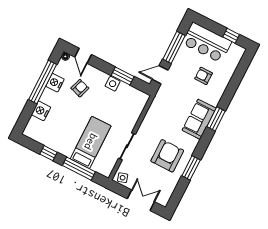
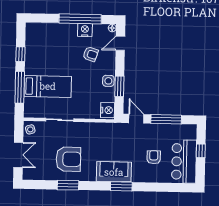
window: (231, 36) -> (201, 151), moved
bar counter: (207, 42) -> (184, 161), moved
nightstand: (41, 111) -> (108, 110), moved, turned 90

